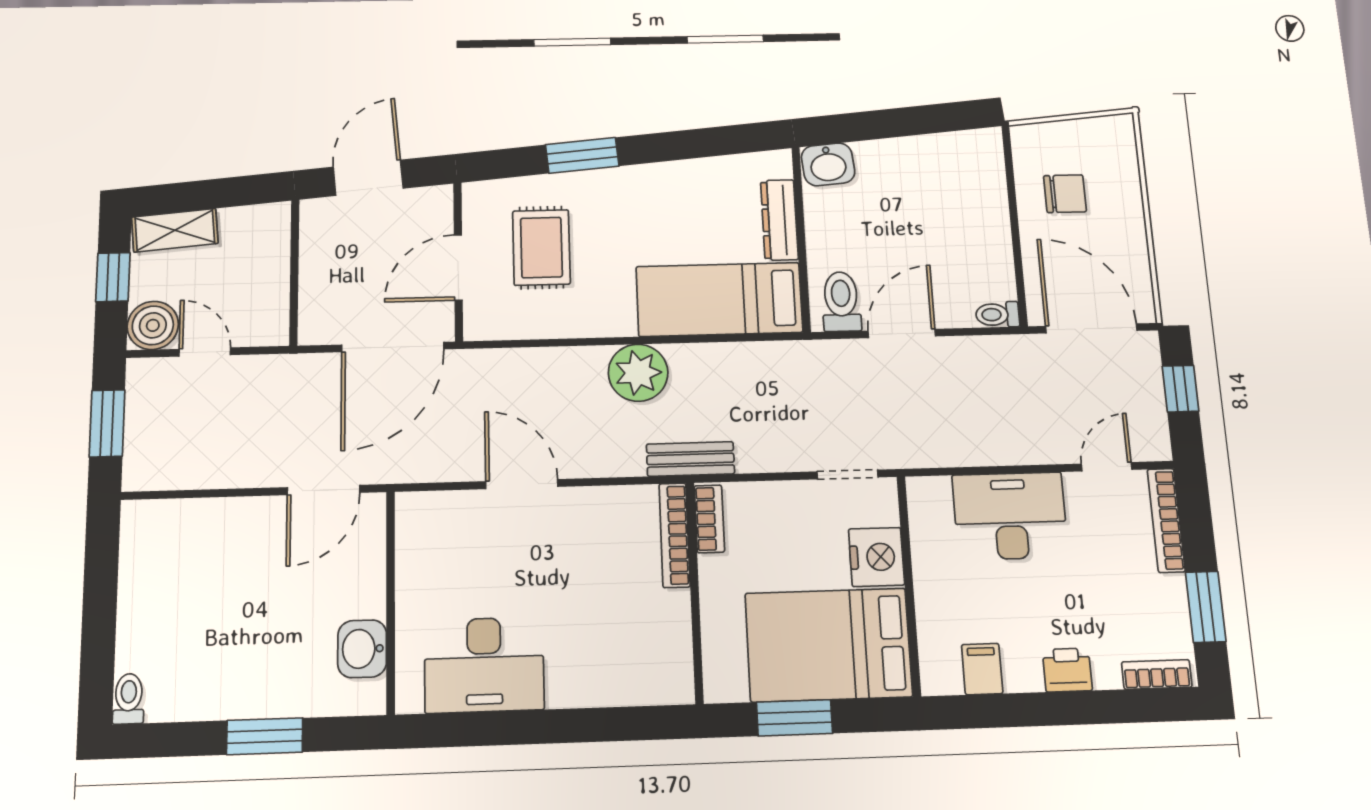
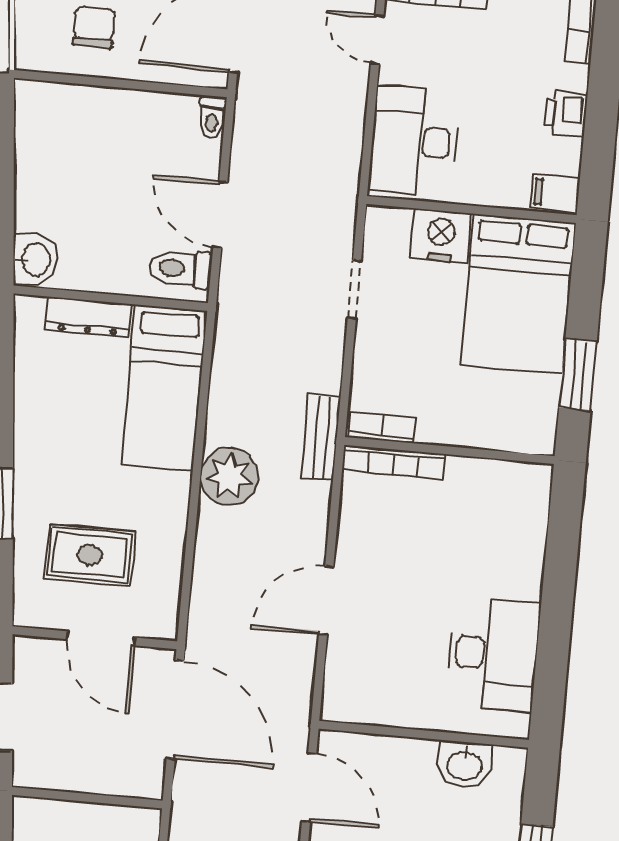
nightstand: (876, 557) -> (441, 236), moved
wall: (909, 585) -> (471, 210), moved
bed: (829, 645) -> (518, 294), moved

